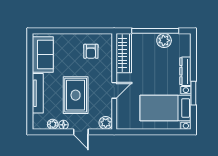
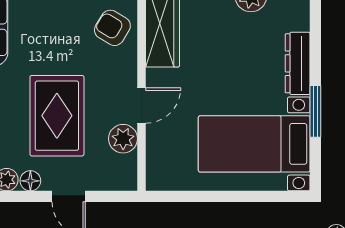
armchair: (91, 51) -> (112, 28), moved, turned 121
plant: (106, 123) -> (123, 139), moved

